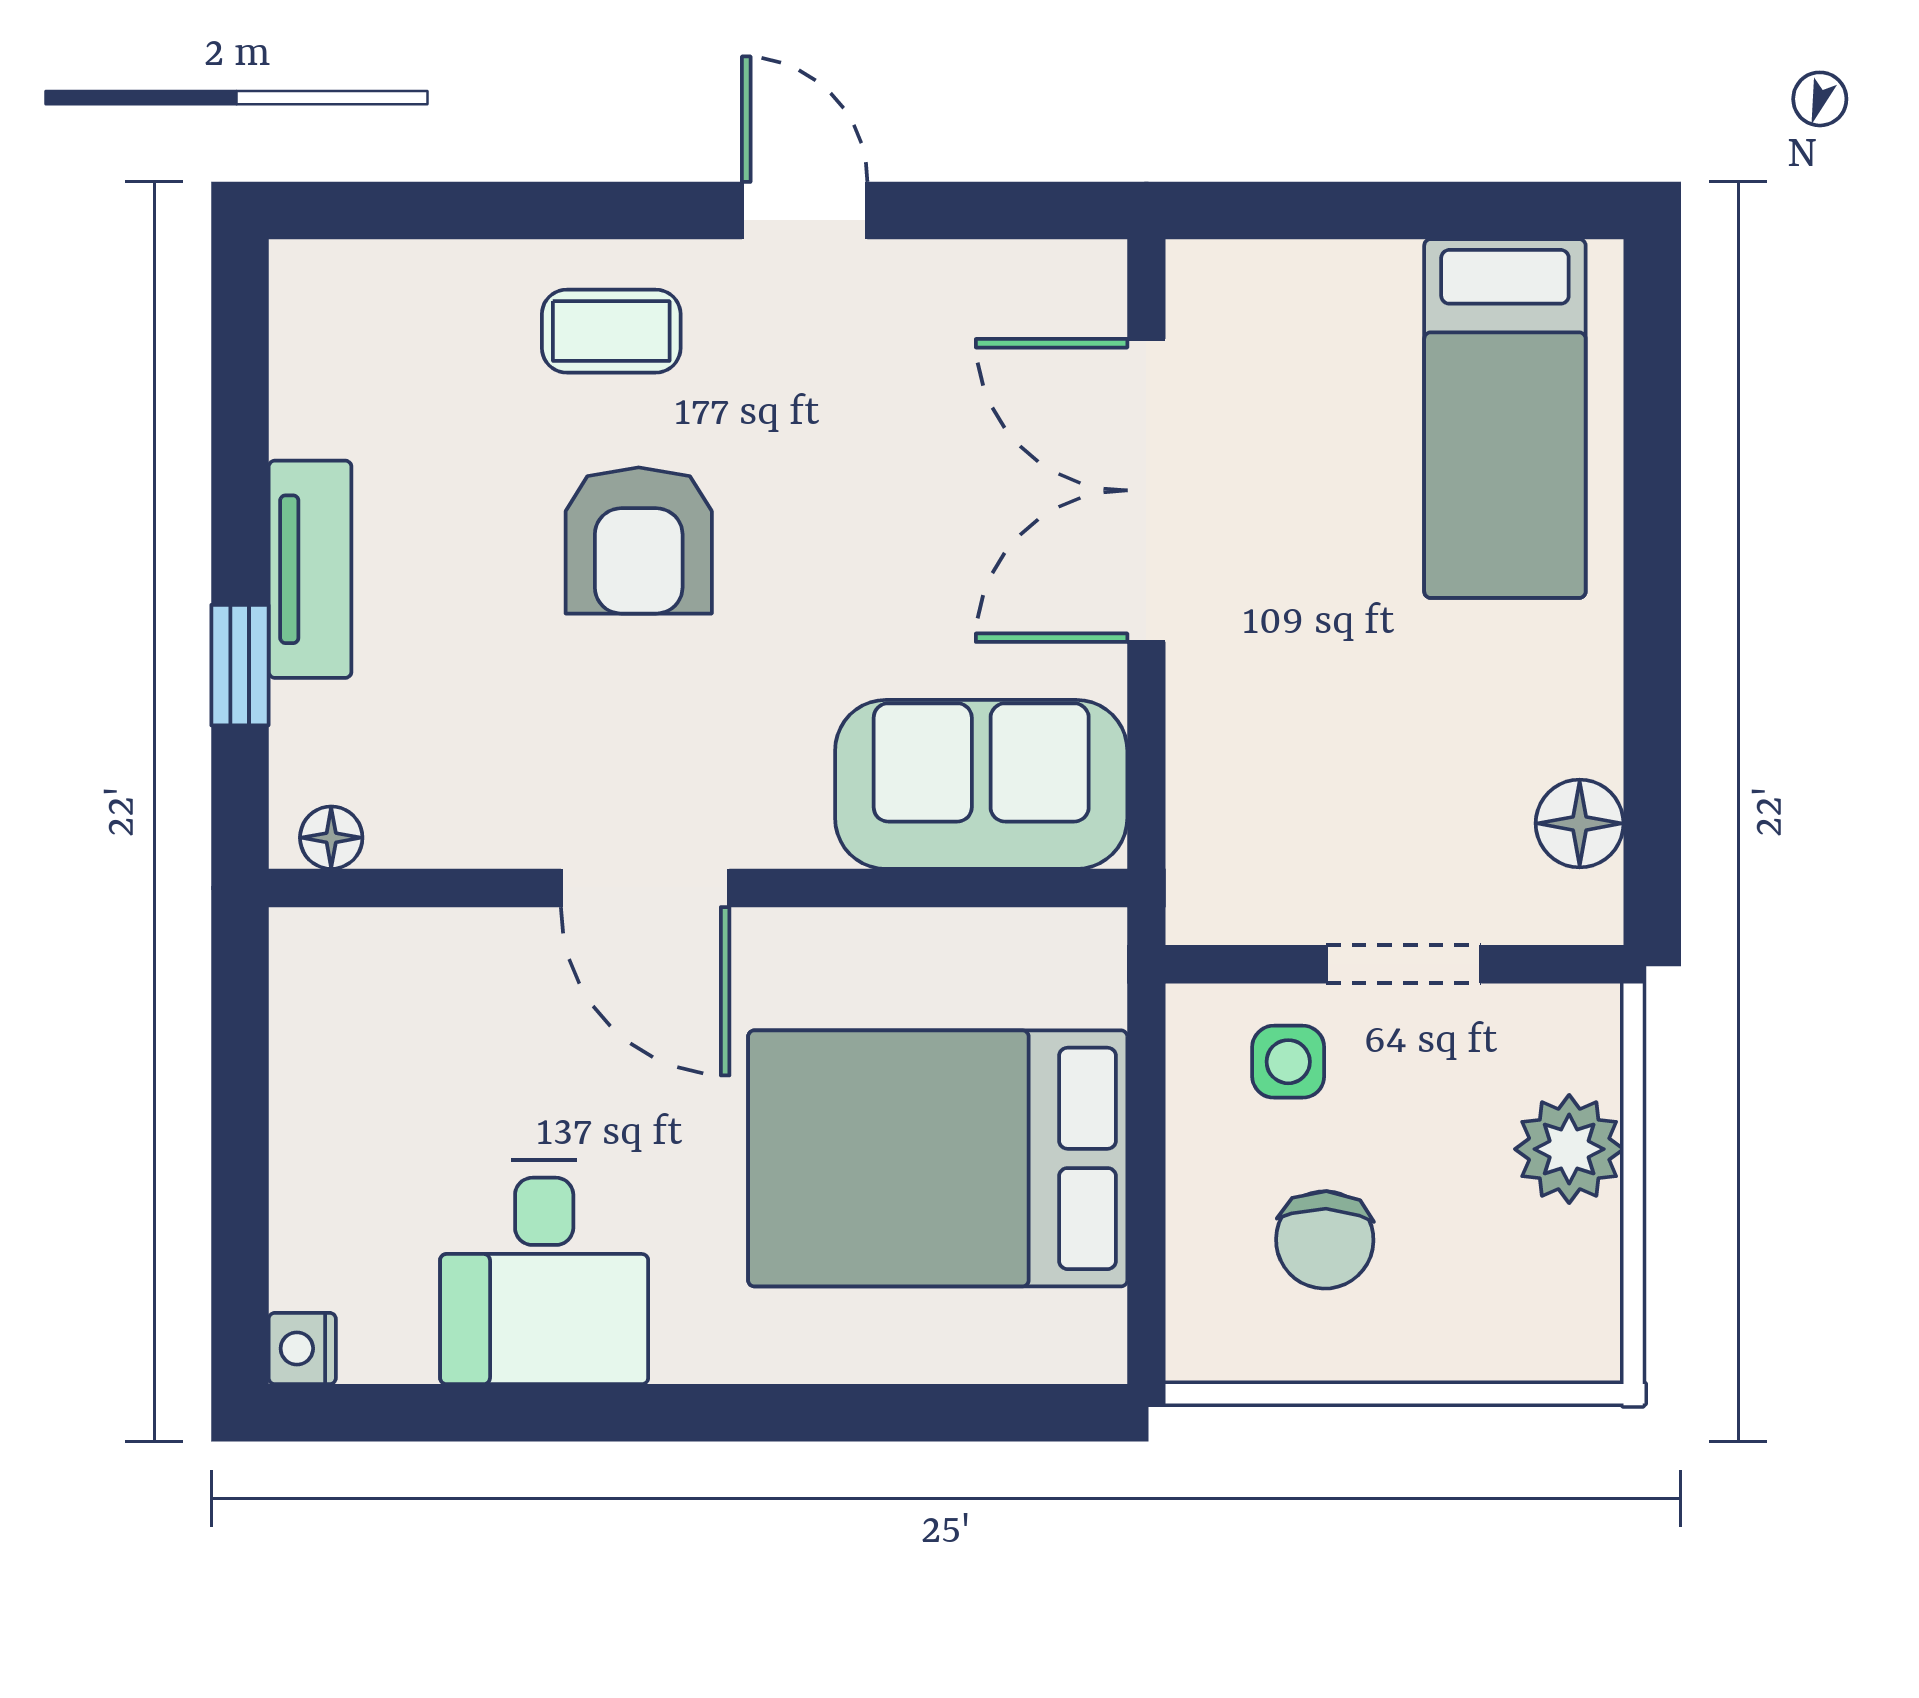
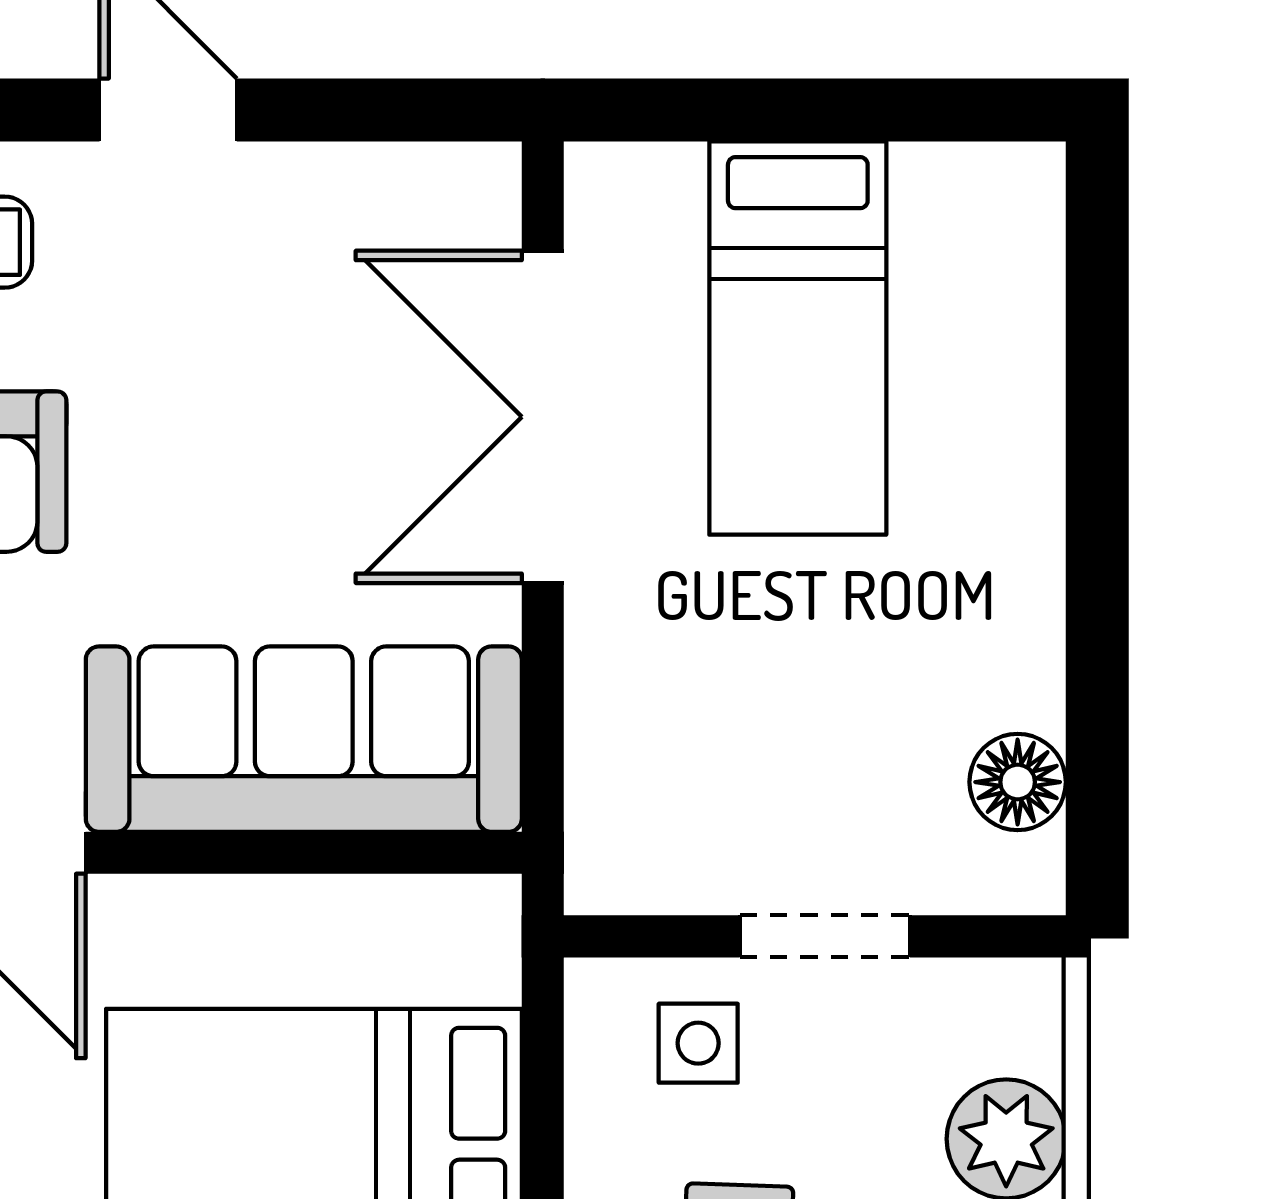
bed: (1505, 418) -> (798, 338), moved
sofa: (981, 784) -> (304, 739), width x1.36

